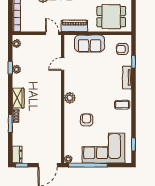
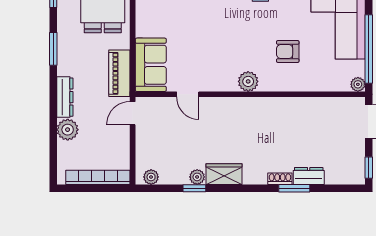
sofa: (90, 43) -> (151, 65), moved
wardrobe: (18, 98) -> (224, 174), moved
dresser: (17, 155) -> (309, 176), moved

